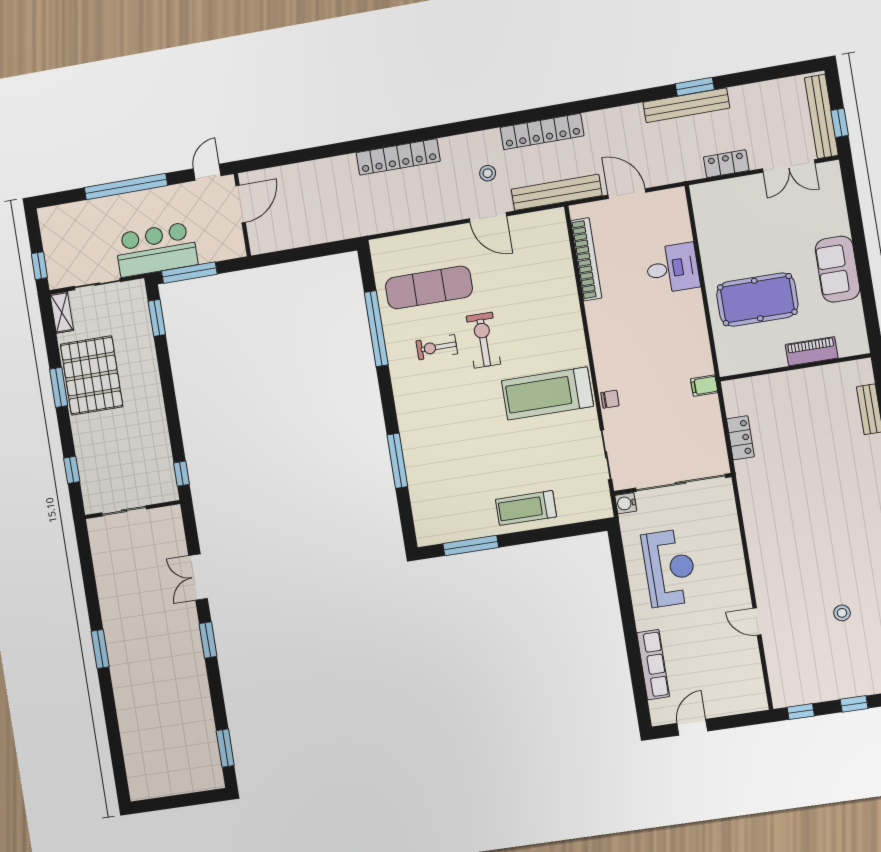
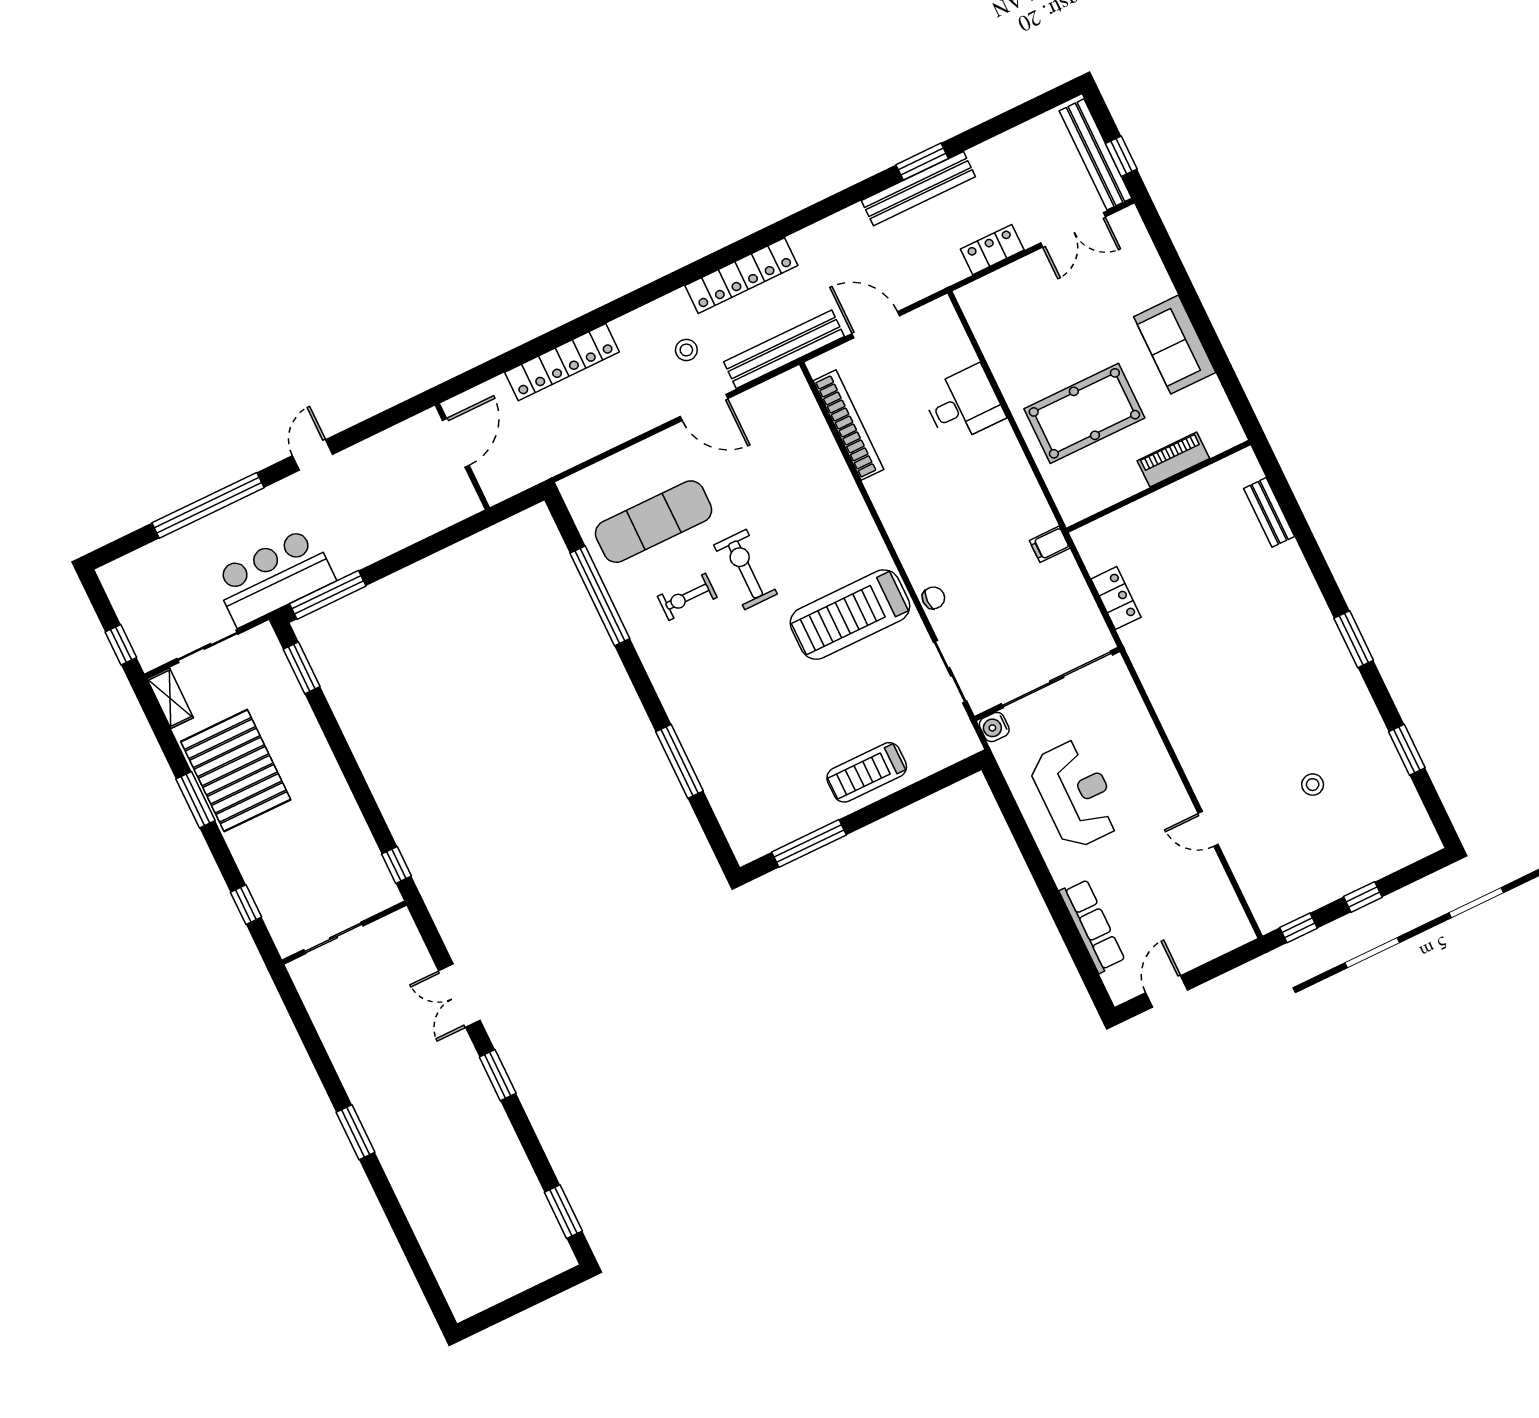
door: (241, 204) -> (456, 443), moved
wall: (242, 215) -> (462, 456), moved

